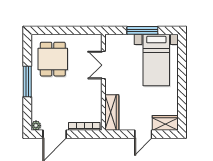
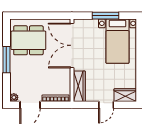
dining table: (53, 59) -> (28, 40), width x1.38
double door: (103, 65) -> (72, 45), width x1.87

